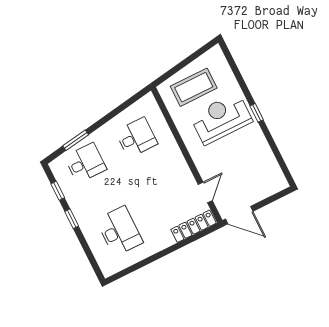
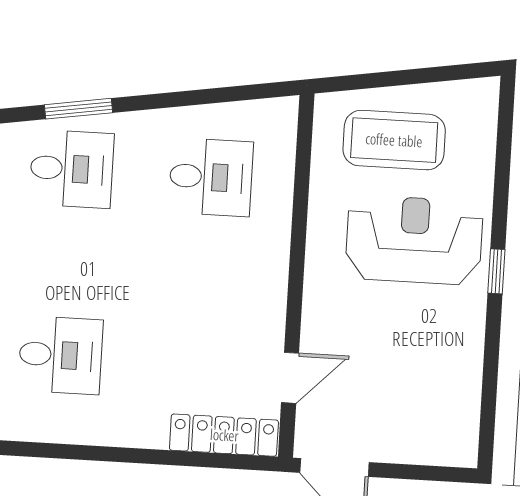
desk: (119, 231) -> (61, 355), width x0.73

